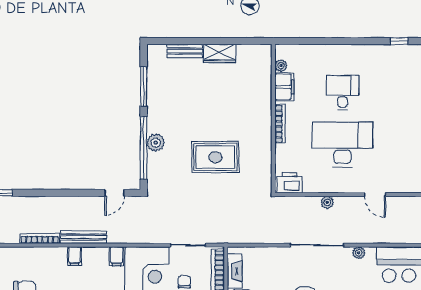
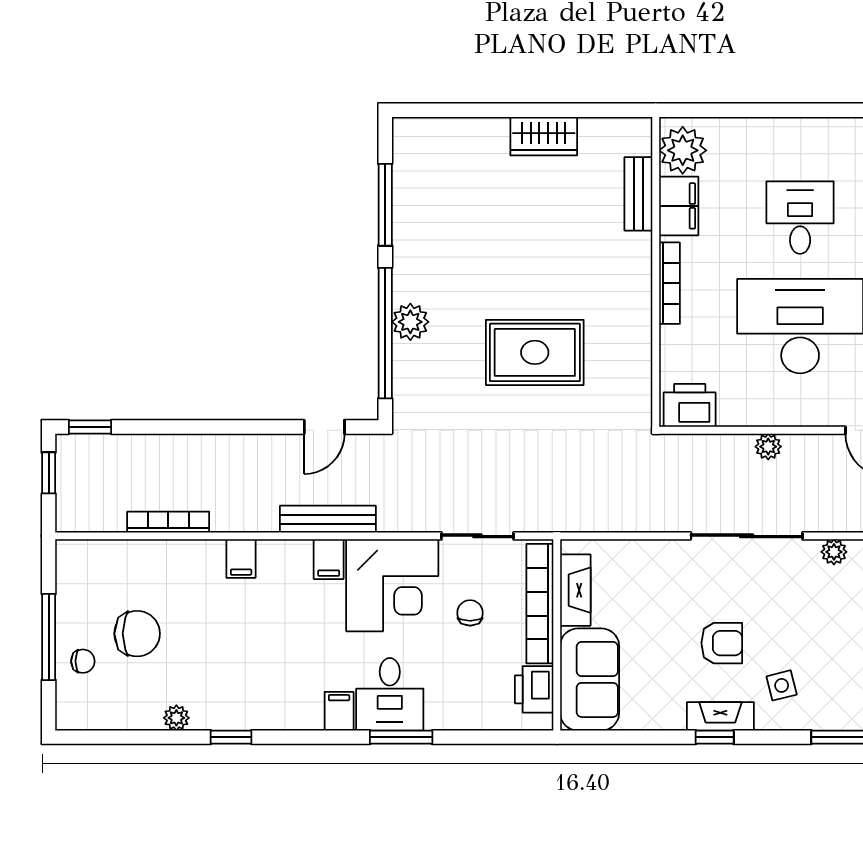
bench: (185, 51) -> (638, 194), moved, turned 90
plant: (281, 66) -> (683, 150), width x1.87, depth x1.87
bench: (84, 237) -> (328, 519), moved

